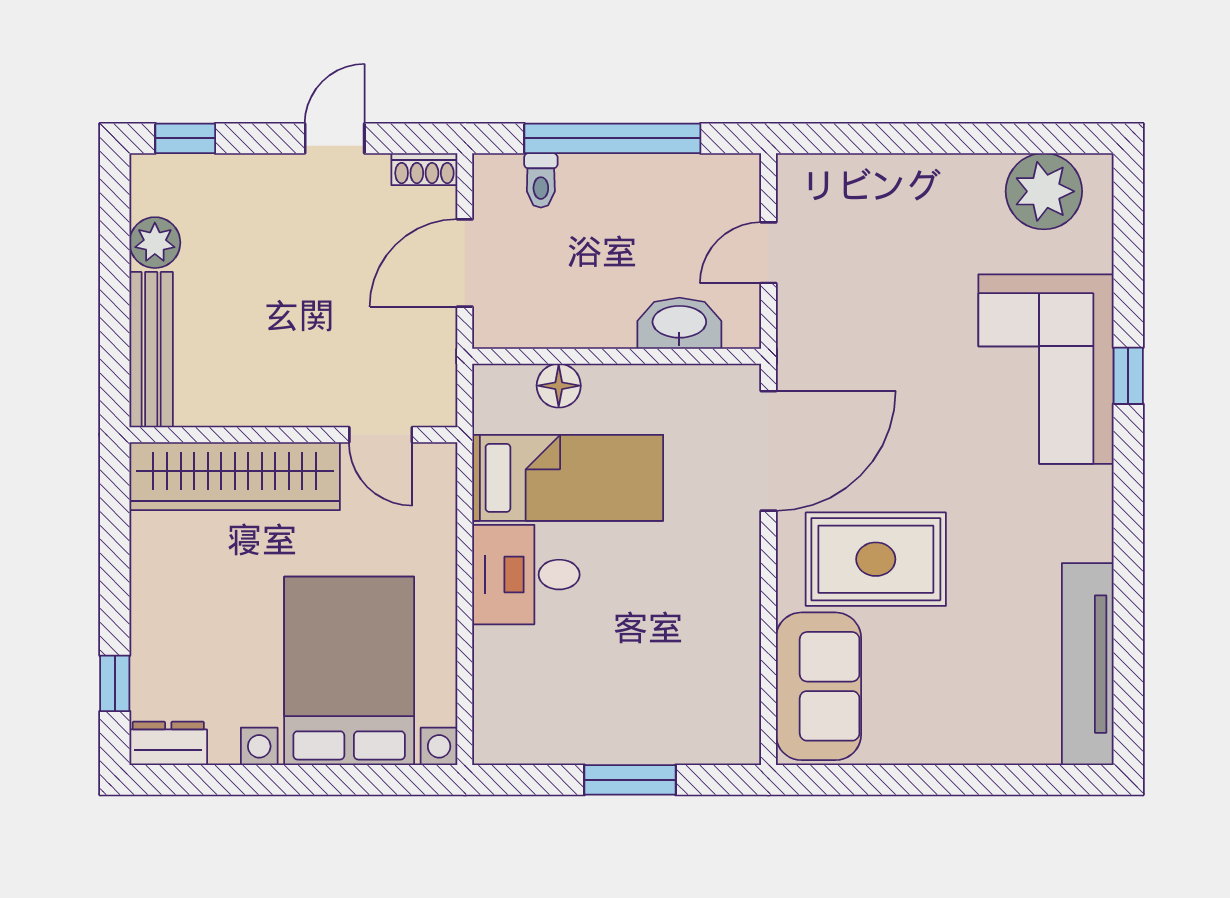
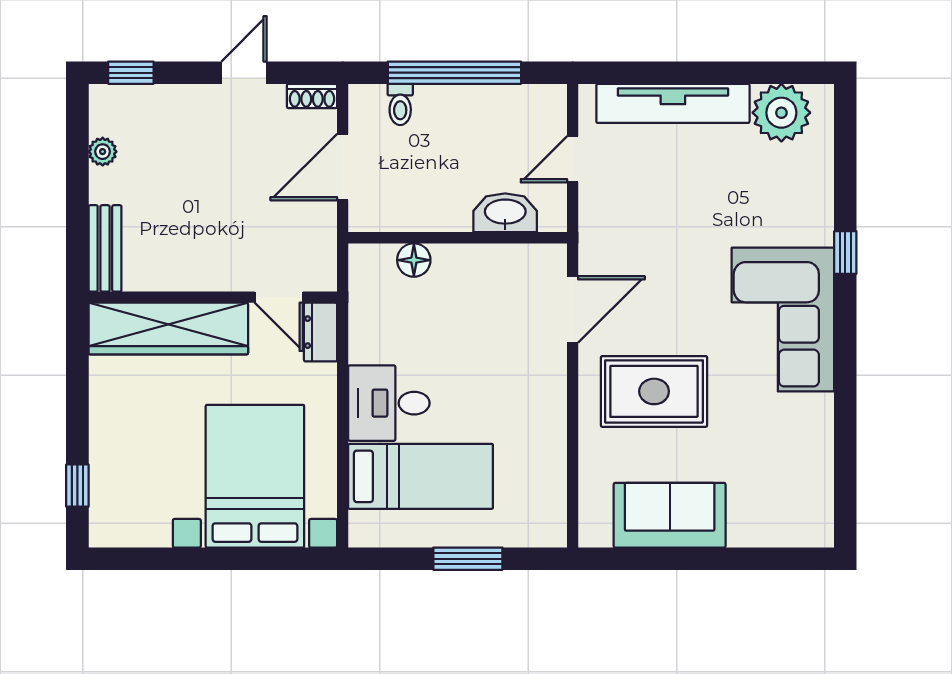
plant: (155, 243) -> (103, 152), width x0.73, depth x0.73
bench: (151, 350) -> (105, 248), width x0.73
corner sofa: (1046, 369) -> (783, 320), moved
door: (768, 451) -> (573, 309), width x0.73
bed: (568, 478) -> (421, 476), moved
tv unit: (1088, 664) -> (673, 103), moved, turned -90
sofa: (818, 686) -> (670, 515), moved, turned -90
dresser: (168, 743) -> (321, 332), moved, turned -90

